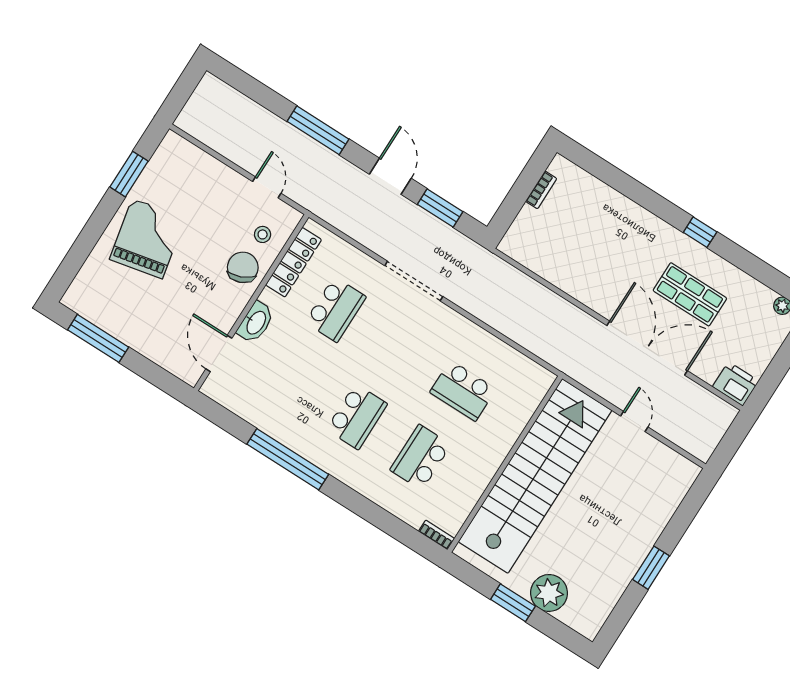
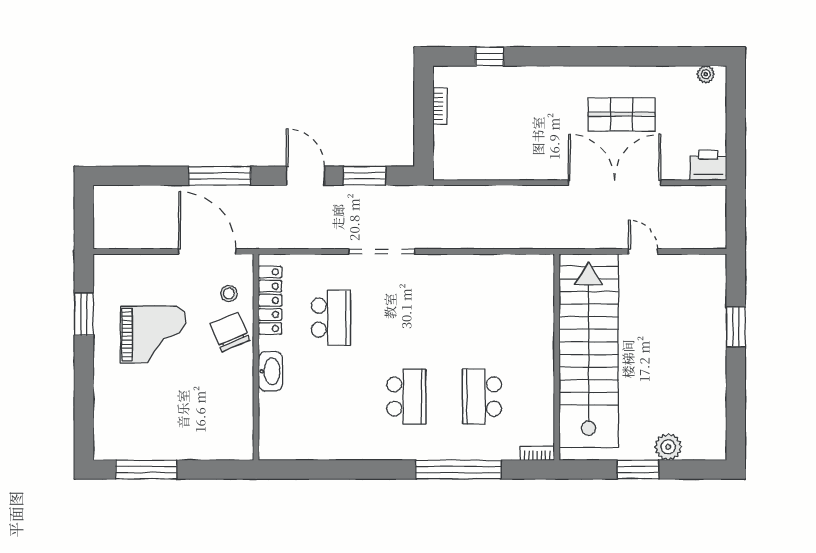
door: (267, 187) -> (207, 251), width x1.88
window: (700, 232) -> (490, 56), moved
grand piano: (147, 239) -> (153, 334), moved, turned 102
door: (219, 354) -> (256, 417), removed
school desk: (463, 391) -> (482, 318), removed
window: (288, 459) -> (458, 470), moved
window: (651, 568) -> (736, 327), moved
plant: (549, 593) -> (668, 447), width x0.73, depth x0.73

